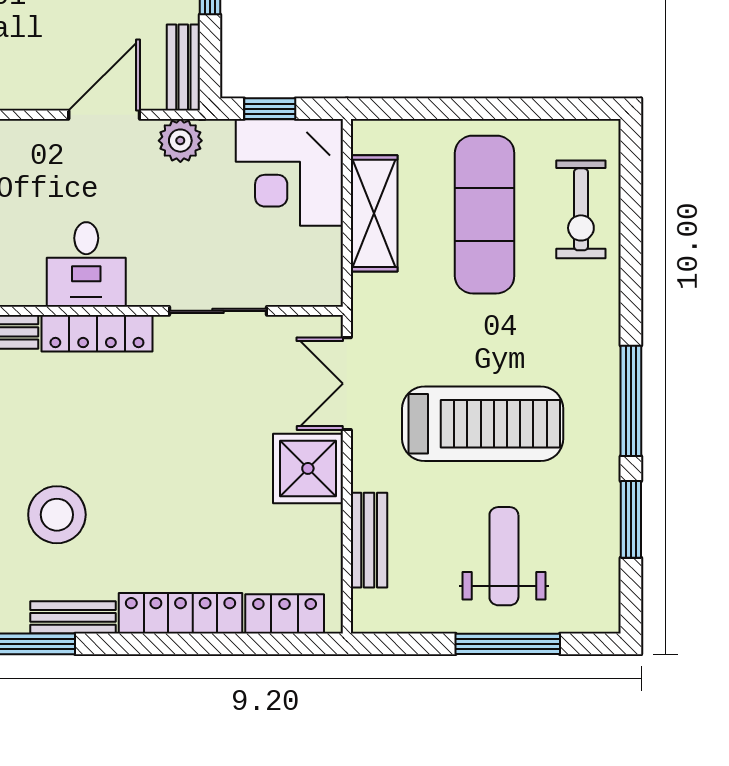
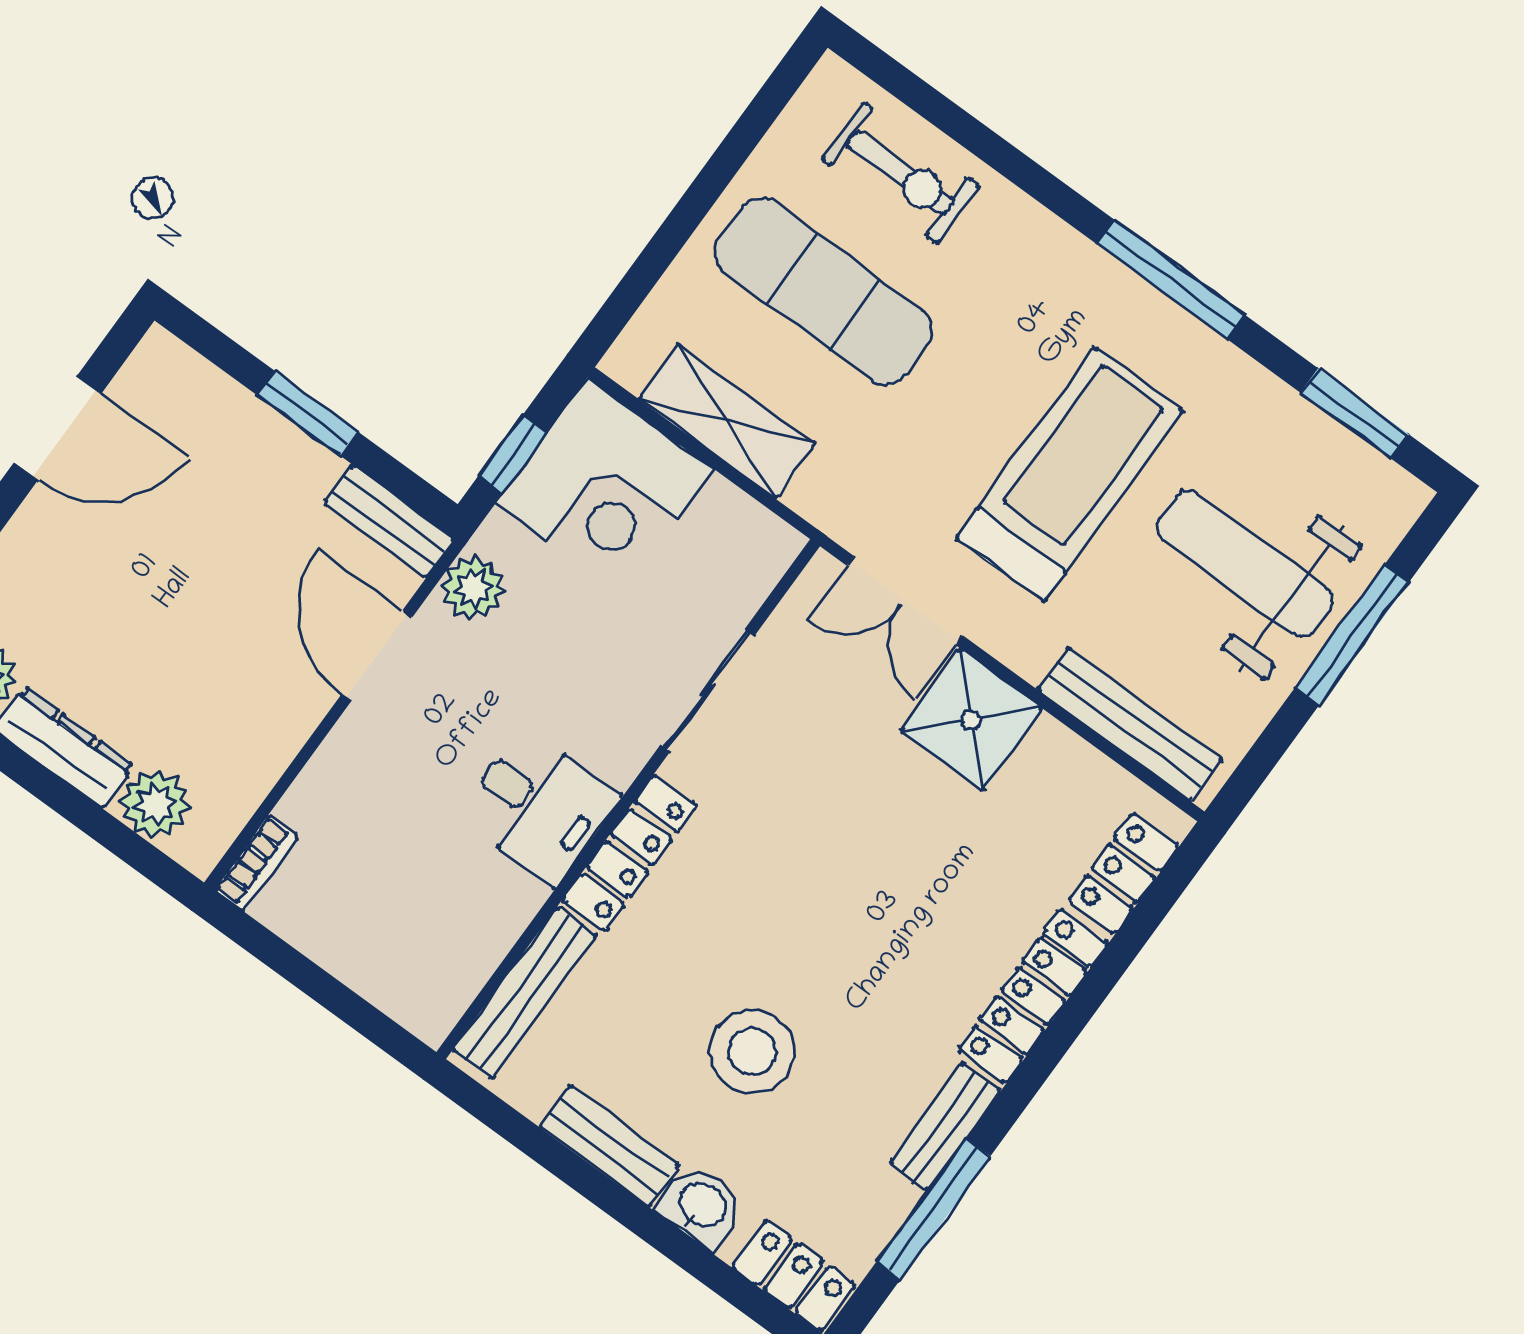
stool: (57, 515) -> (752, 1052), moved
window: (631, 519) -> (1355, 414), moved
bench: (369, 540) -> (1130, 724), width x1.36
weight bench: (504, 556) -> (1245, 564), width x1.36, depth x1.33

